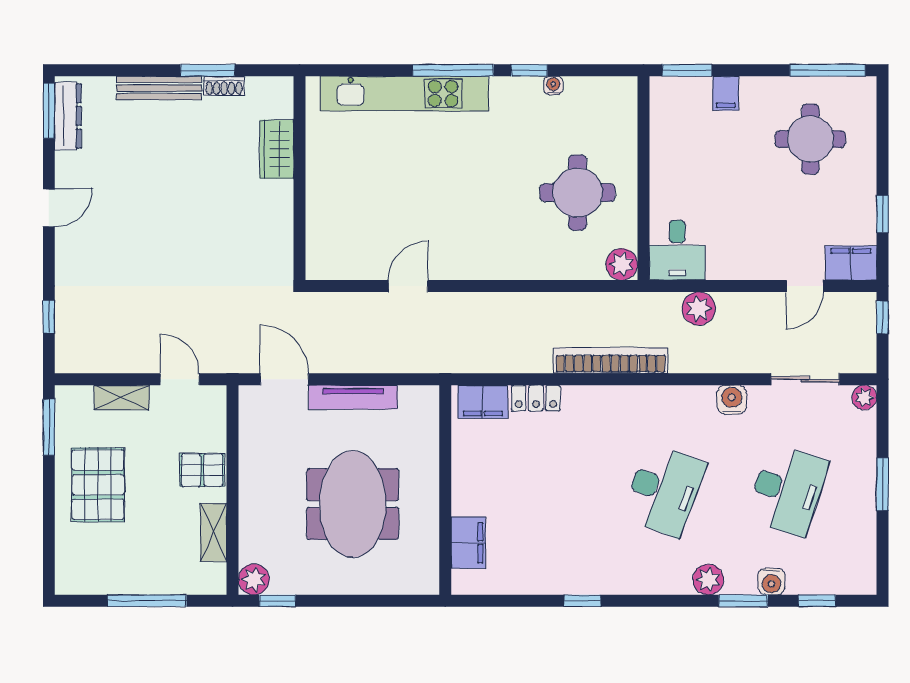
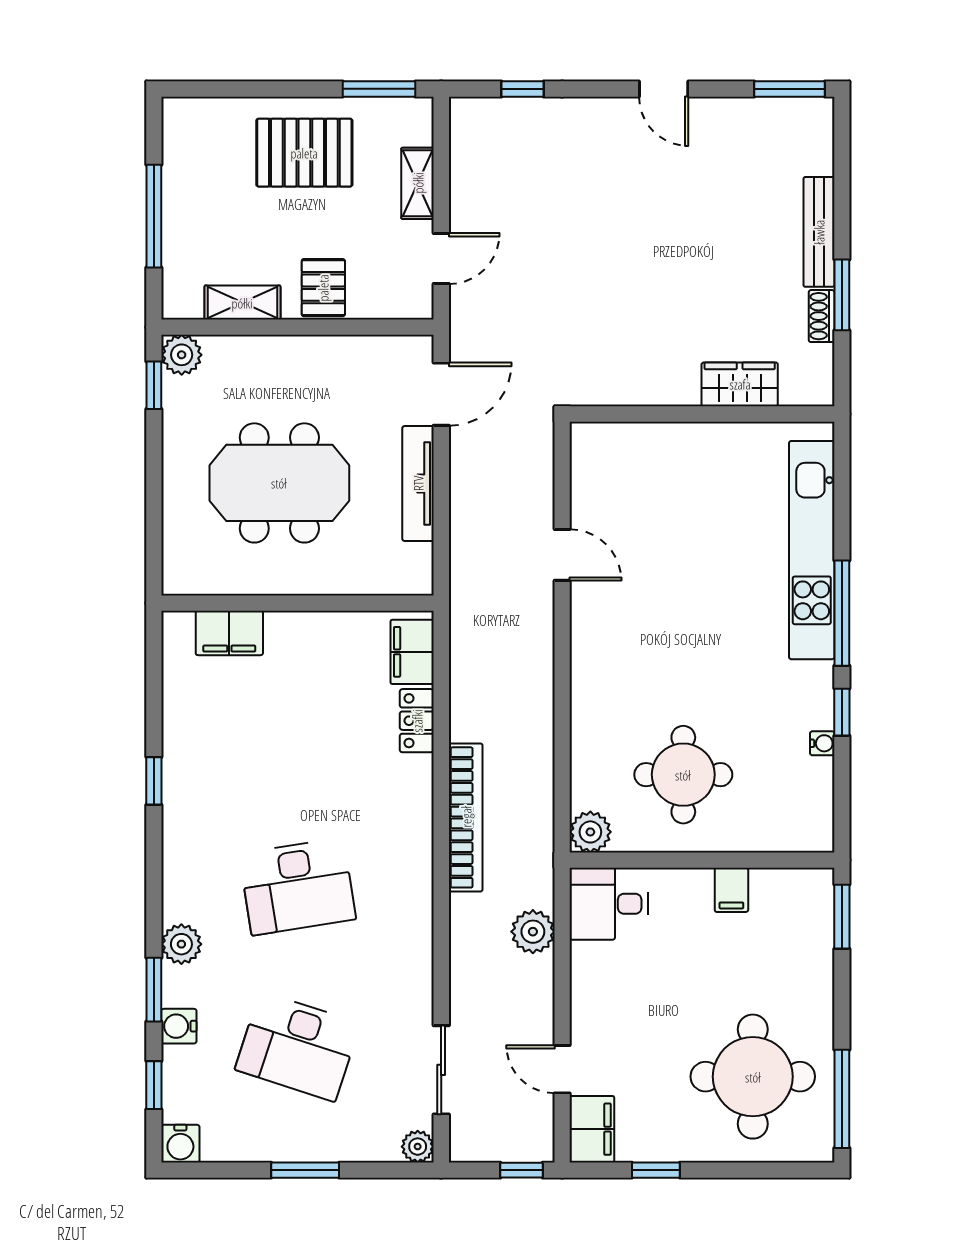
filing cabinet: (726, 93) -> (731, 890), moved, turned -90
dresser: (68, 116) -> (783, 114), removed
round table: (810, 139) -> (753, 1077), width x1.36, depth x1.36
water cooler: (732, 400) -> (180, 1144), moved, turned 90
desk: (664, 490) -> (298, 887), turned -30

